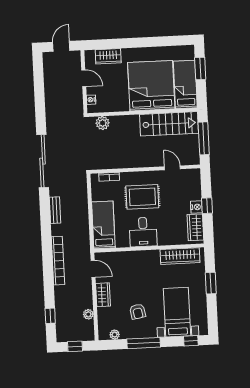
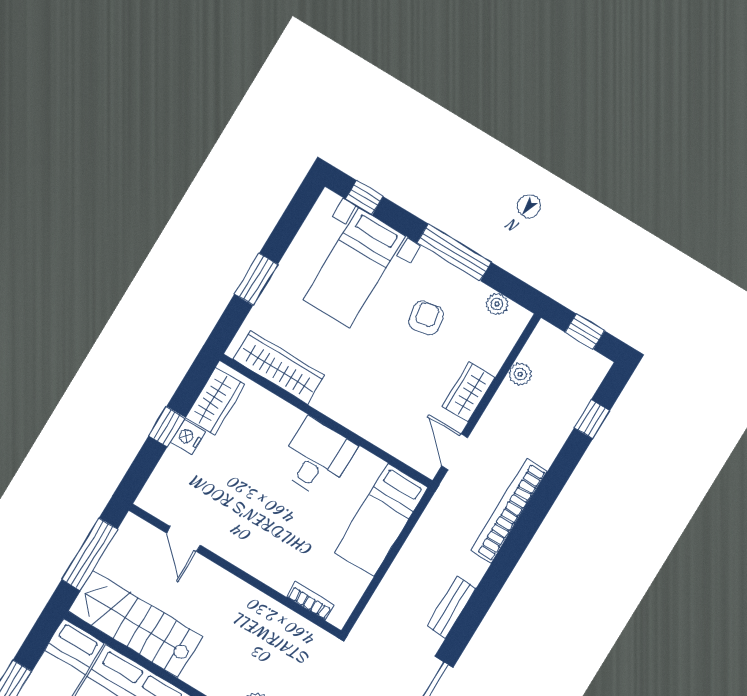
rug: (142, 197) -> (275, 523), removed

